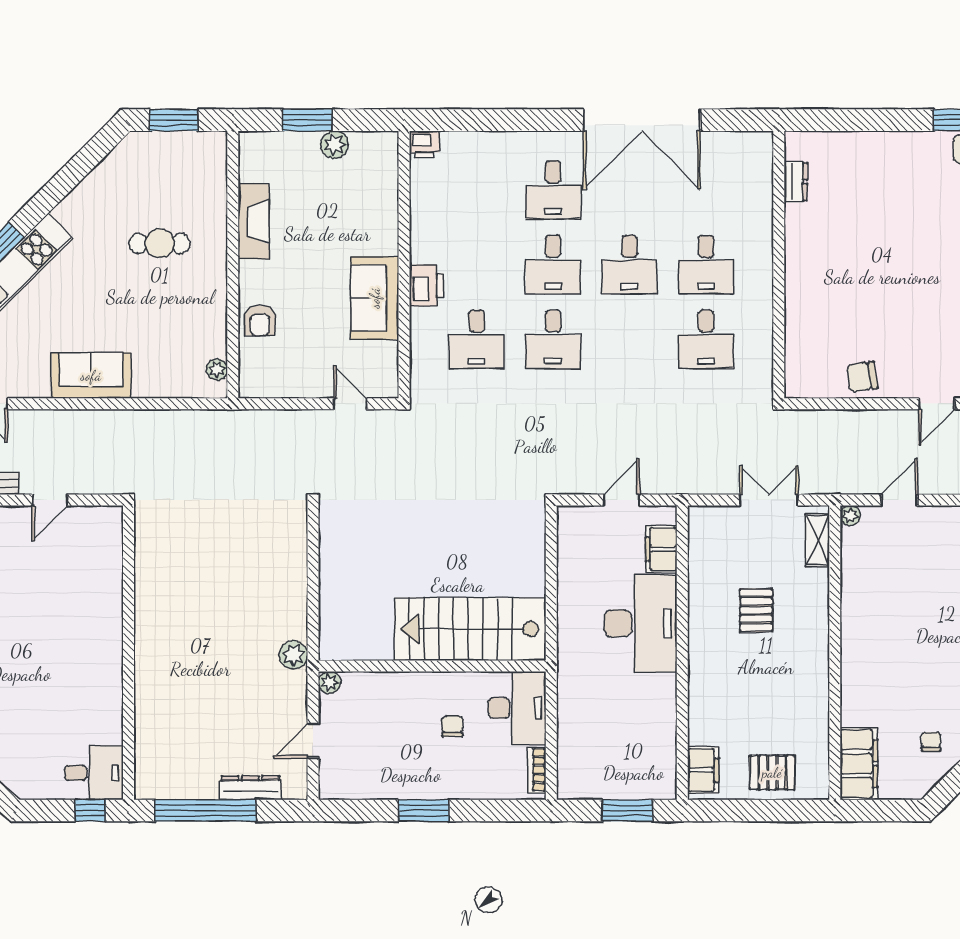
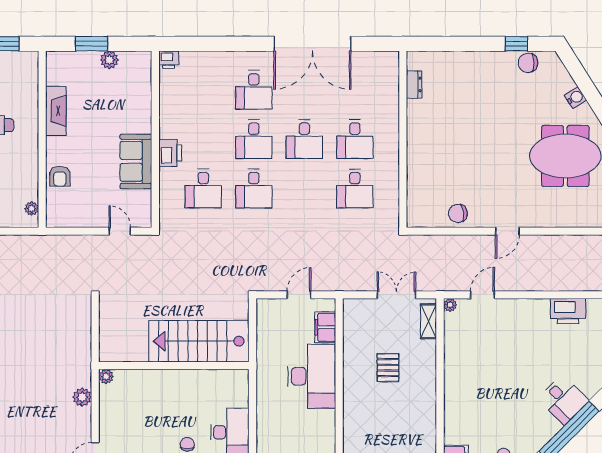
stairs: (470, 629) -> (199, 341), moved
wall: (432, 666) -> (174, 366), moved
plant: (330, 682) -> (106, 376), moved

